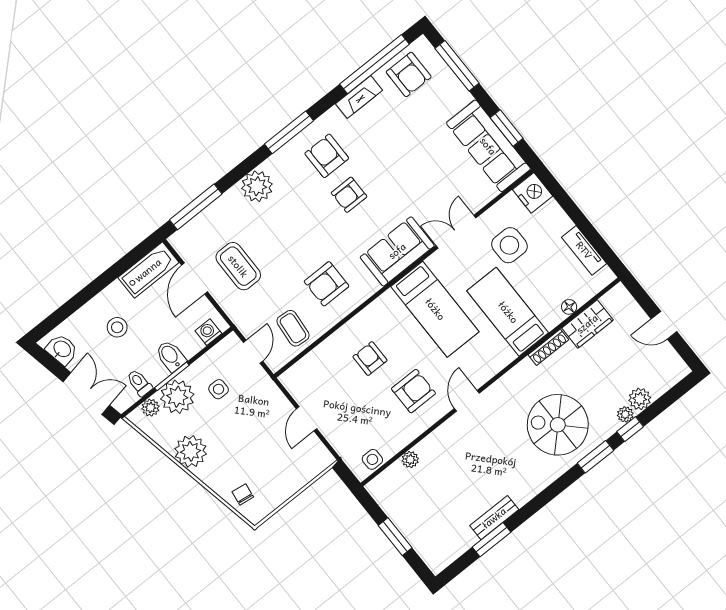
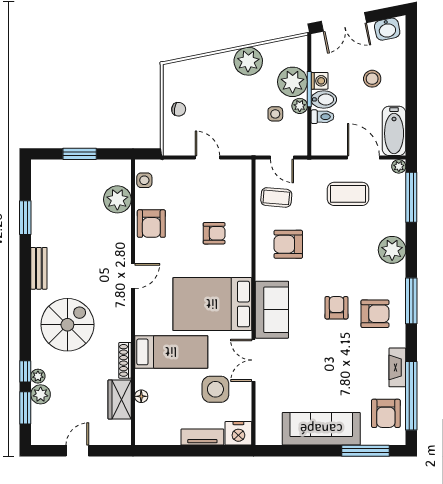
armchair: (409, 74) -> (386, 413), turned -90
window: (507, 128) -> (297, 451), removed
sofa: (488, 146) -> (321, 429), moved
double door: (456, 232) -> (254, 360), swing flipped
plant: (177, 240) -> (399, 166), added
tv unit: (584, 250) -> (202, 437), moved
armchair: (327, 284) -> (288, 244), turned -90
bed: (435, 309) -> (212, 304), width x1.50
washing machine: (208, 332) -> (319, 81), moved
toilet: (139, 383) -> (322, 117), moved
armchair: (413, 391) -> (151, 224), moved
door: (467, 401) -> (133, 276), hinge flipped
plant: (150, 408) -> (300, 106), moved
window: (596, 457) -> (25, 408), moved
plant: (410, 460) -> (117, 199), width x1.88, depth x1.88
chair: (243, 494) -> (179, 109), moved
bench: (494, 518) -> (39, 268), moved

